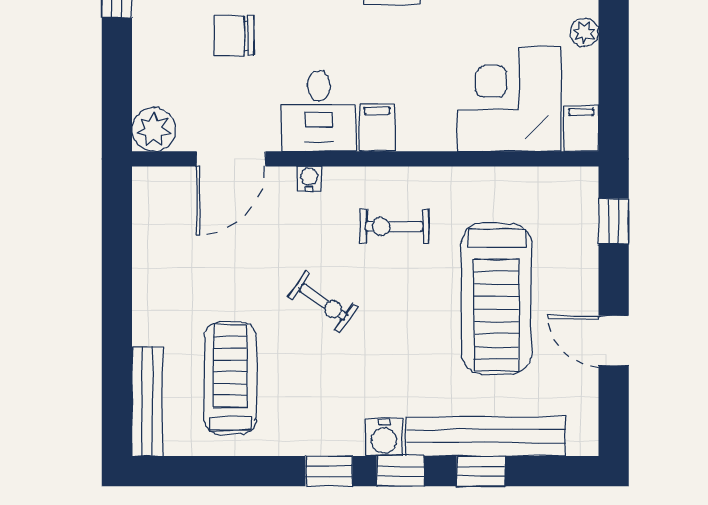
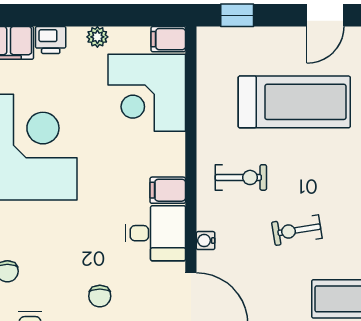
chair: (234, 36) -> (100, 296), width x0.73, depth x0.73
exercise bike: (394, 226) -> (241, 177), turned -90
exercise bike: (323, 302) -> (297, 230), turned -134

